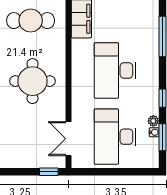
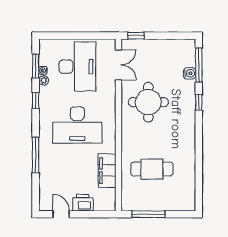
desk: (115, 70) -> (77, 125), turned 90
round table: (33, 81) -> (148, 102), moved

